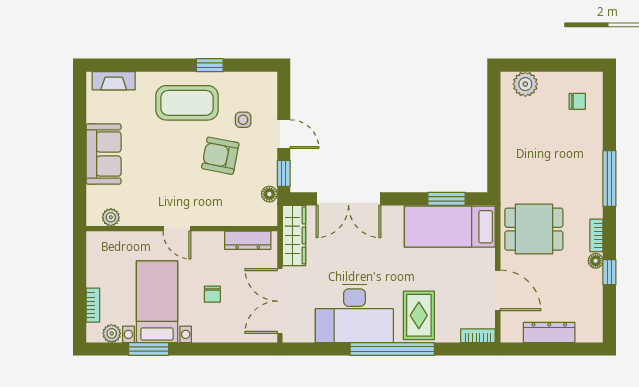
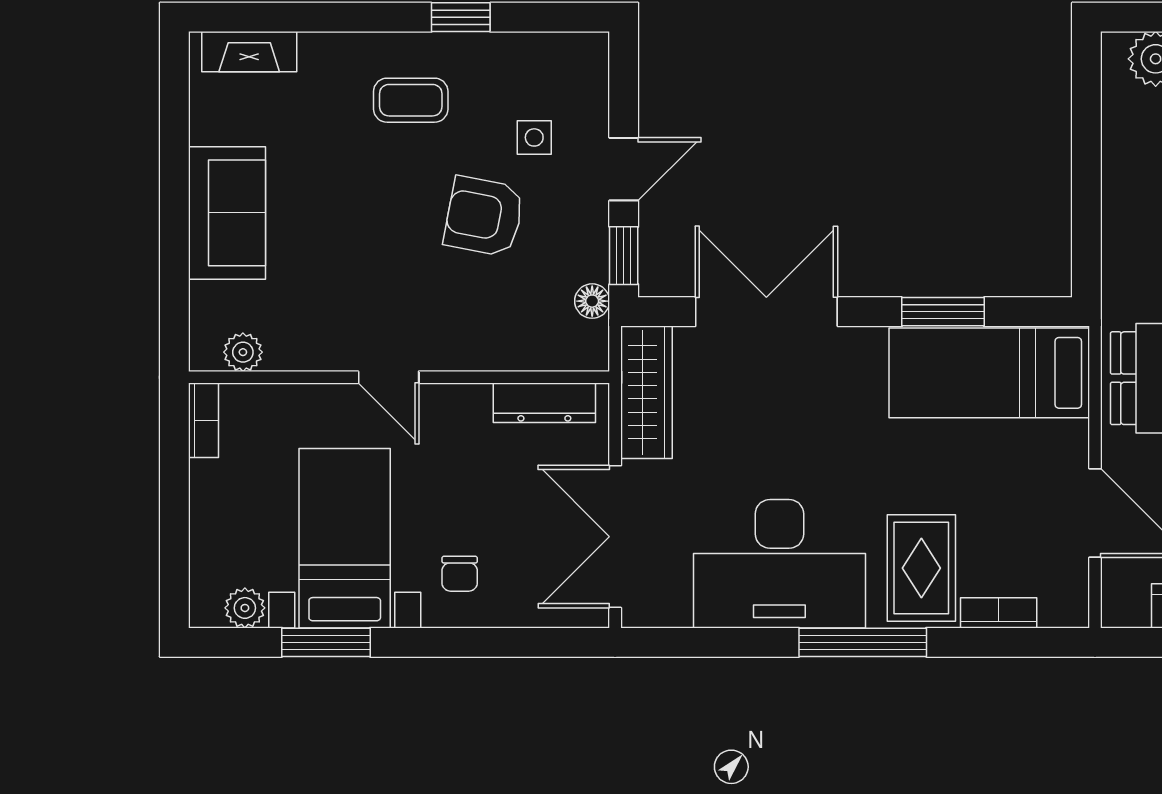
coffee table: (187, 103) -> (411, 100), width x0.54, depth x0.58
door: (284, 134) -> (624, 169), hinge flipped
double door: (349, 199) -> (766, 312), swing flipped
window: (447, 199) -> (943, 312), moved
chair: (212, 294) -> (460, 574), moved
bookcase: (93, 305) -> (204, 420), moved
bookcase: (478, 336) -> (999, 613), moved
window: (392, 349) -> (863, 642), width x0.68

